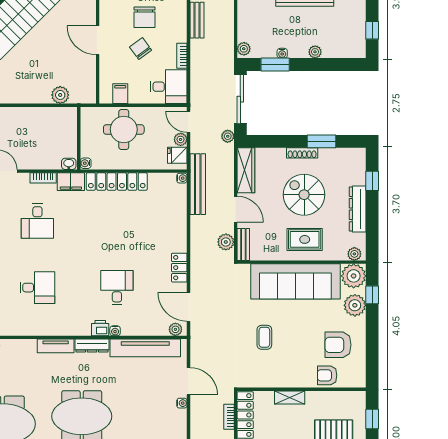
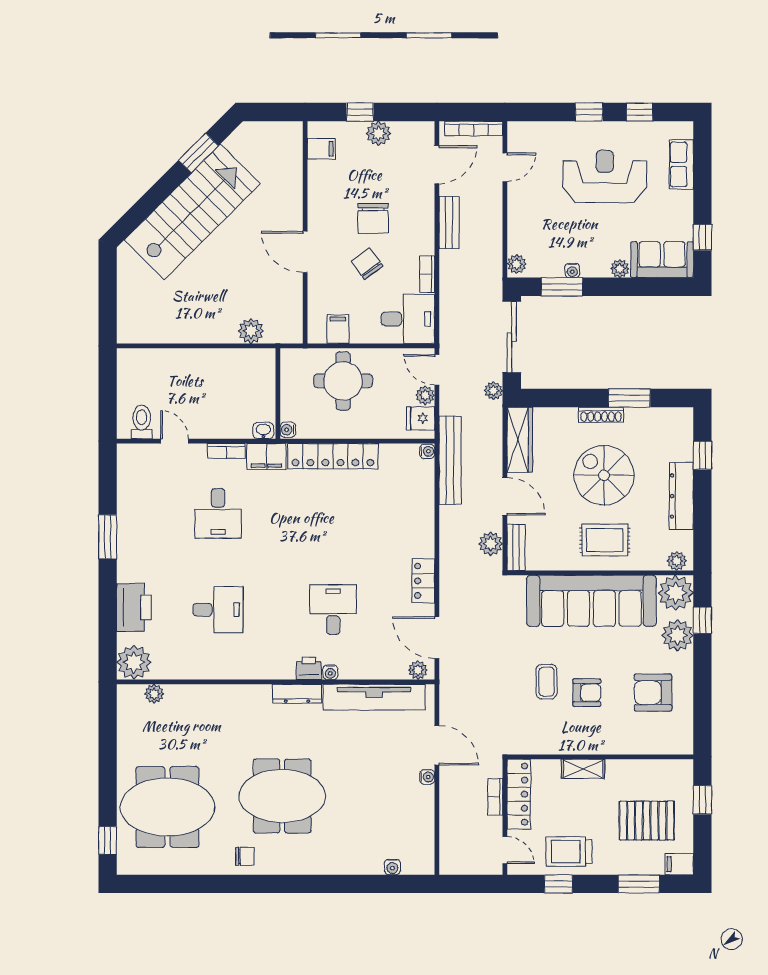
sofa: (344, 46) -> (662, 260), added
tv unit: (56, 346) -> (244, 694), removed
armchair: (327, 375) -> (587, 693), moved, turned 180

